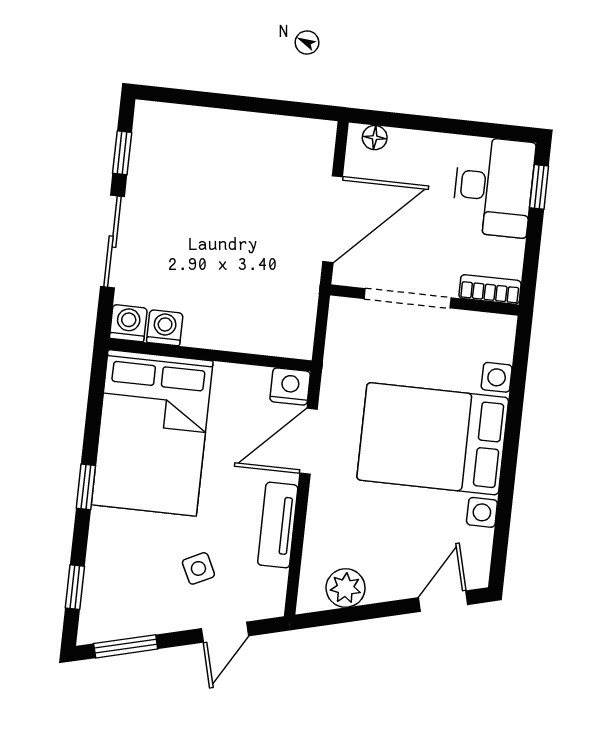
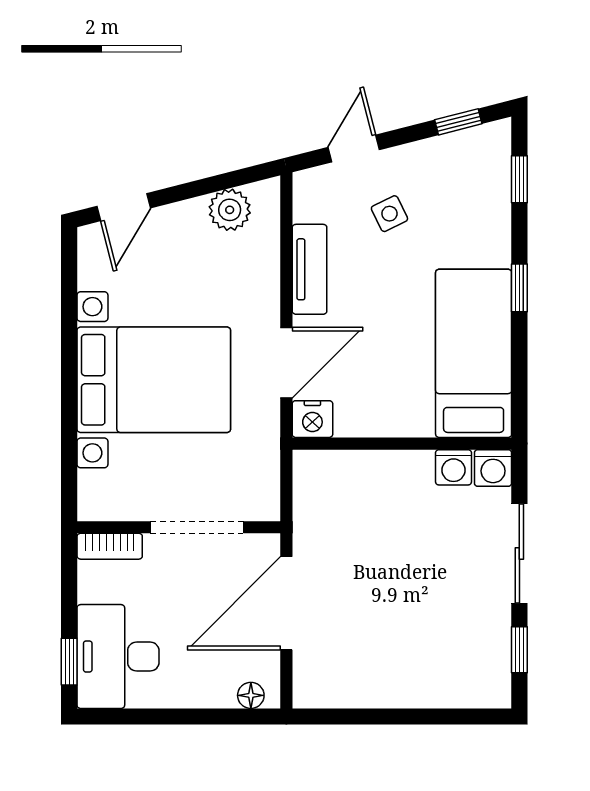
bed: (152, 433) -> (474, 353), width x0.67
window: (126, 646) -> (458, 122), width x0.67

